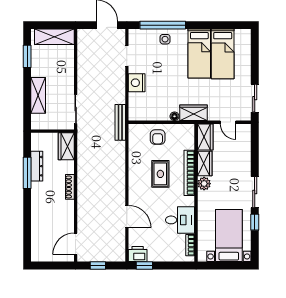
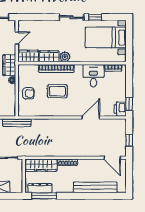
wardrobe: (66, 146) -> (41, 165), width x1.50
dresser: (37, 166) -> (40, 188), moved
window: (27, 173) -> (44, 196), moved
bench: (38, 222) -> (95, 187), added

